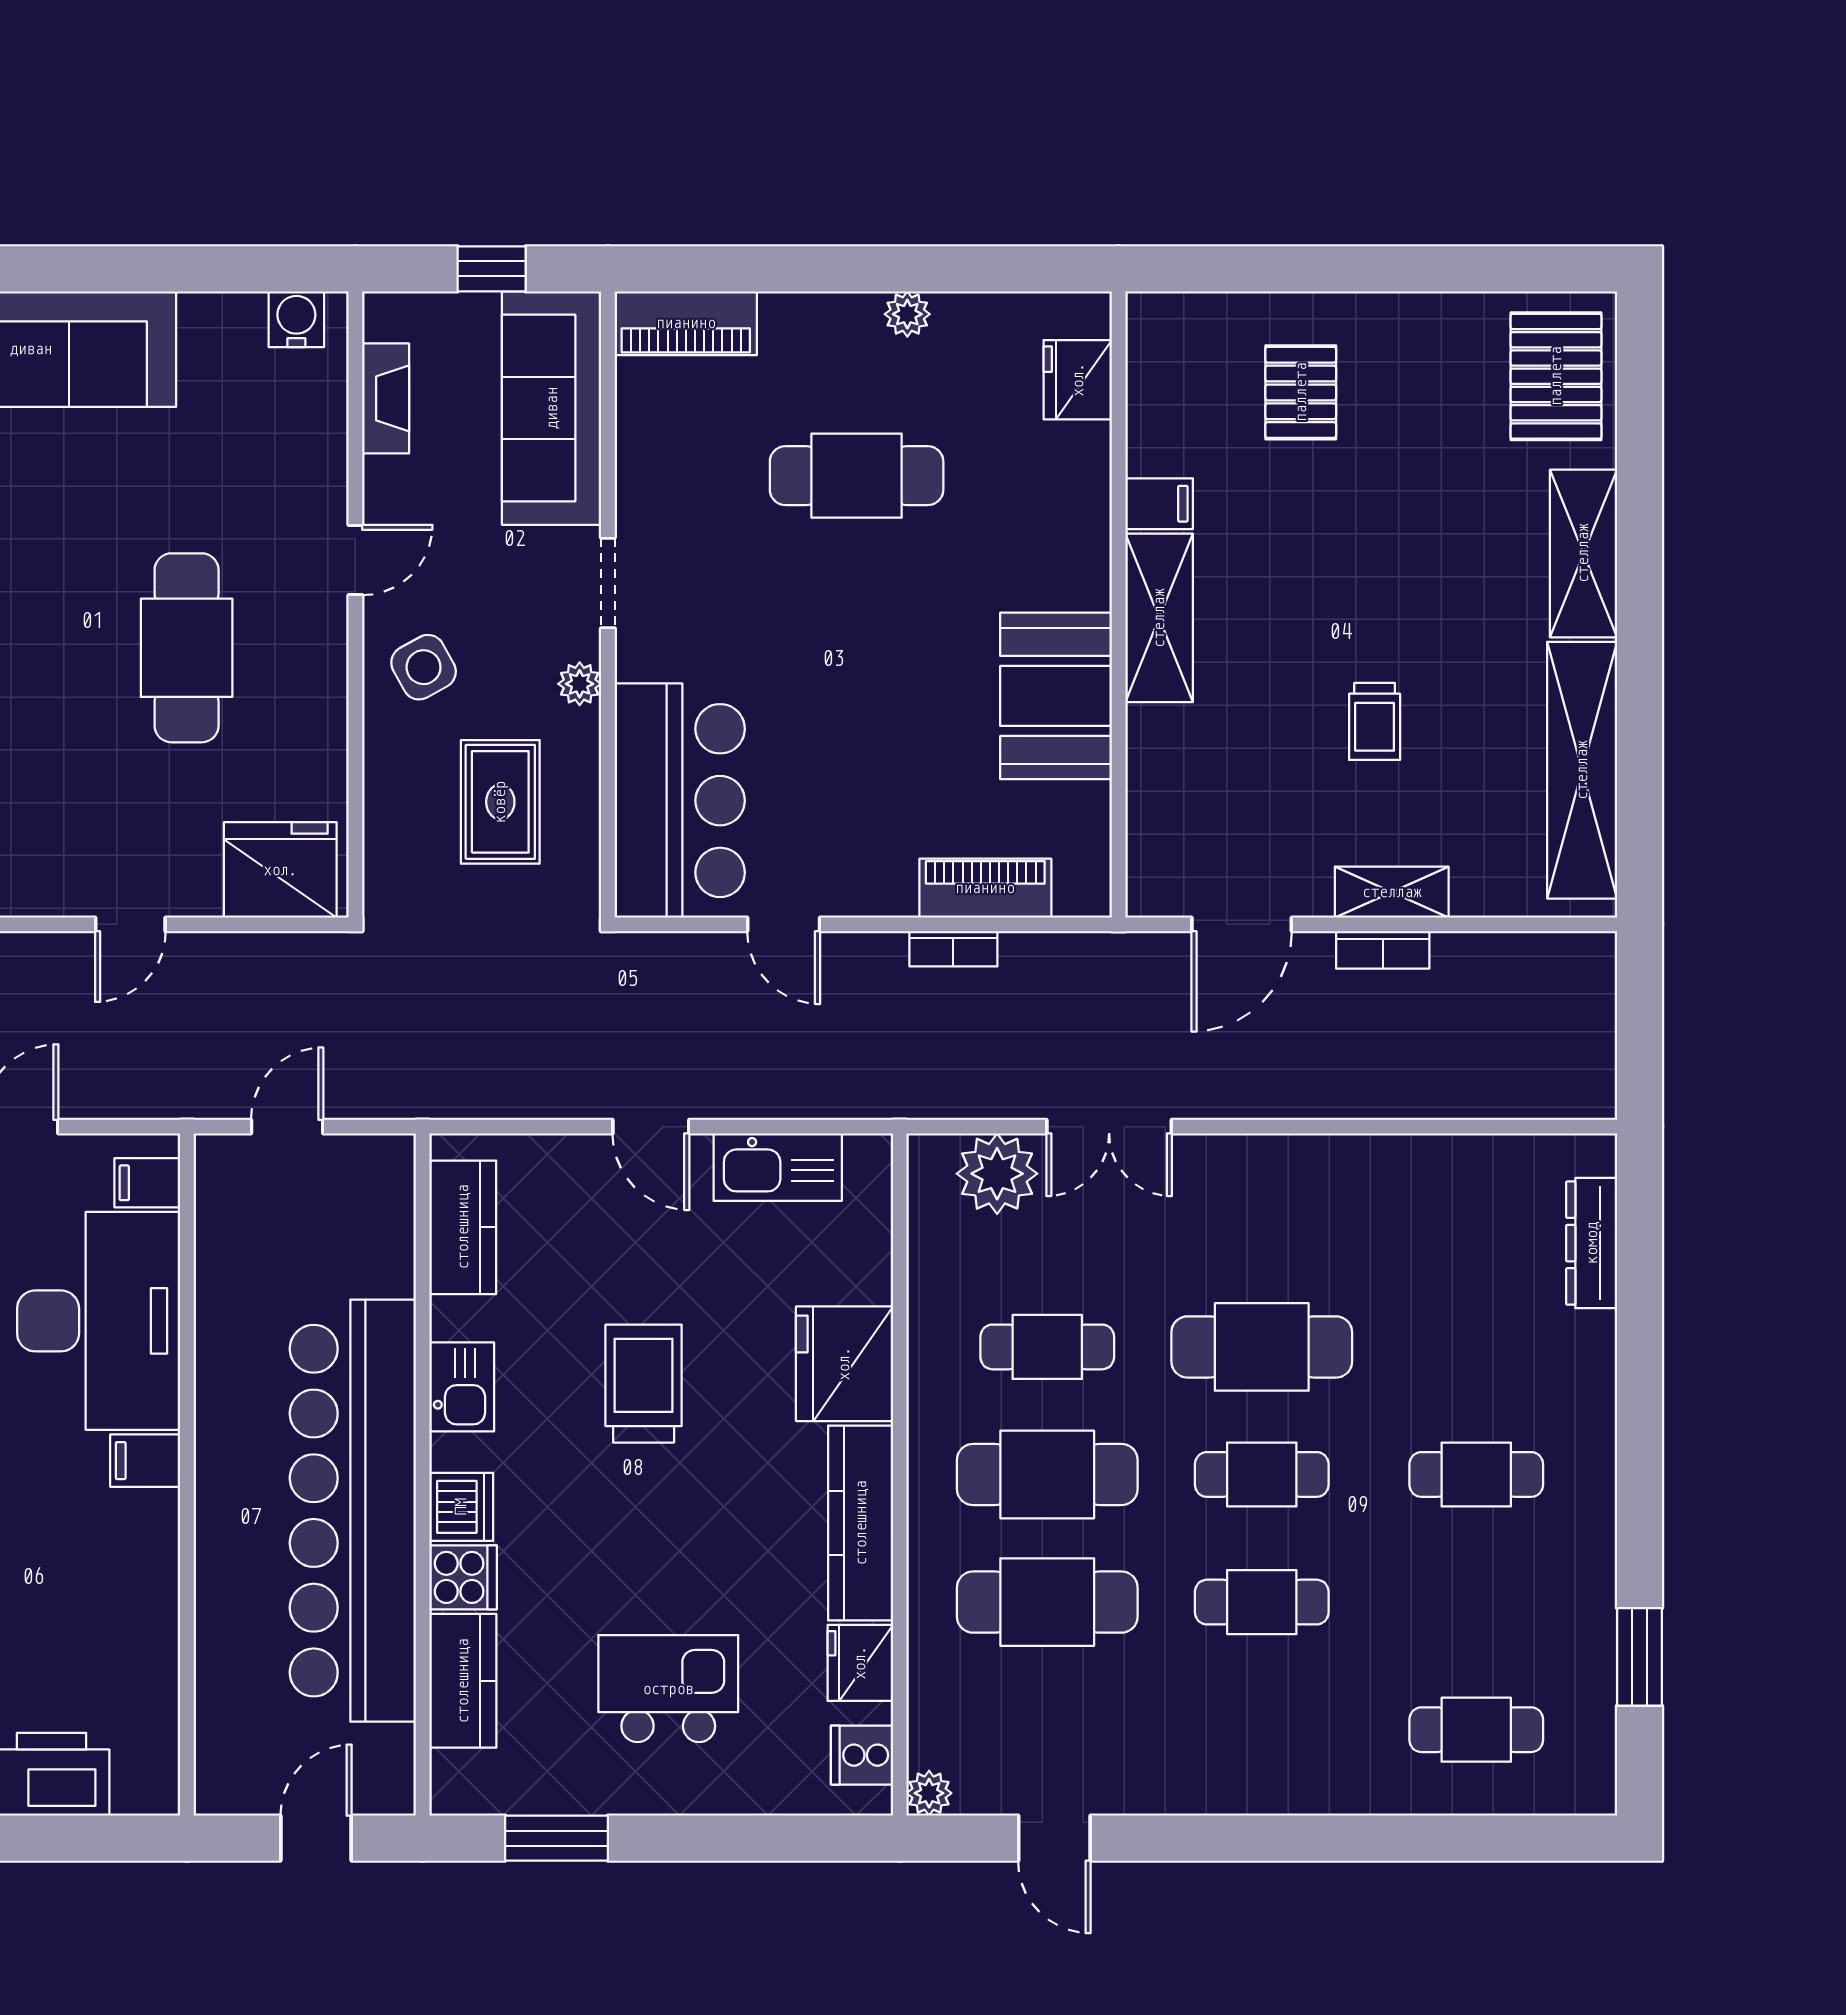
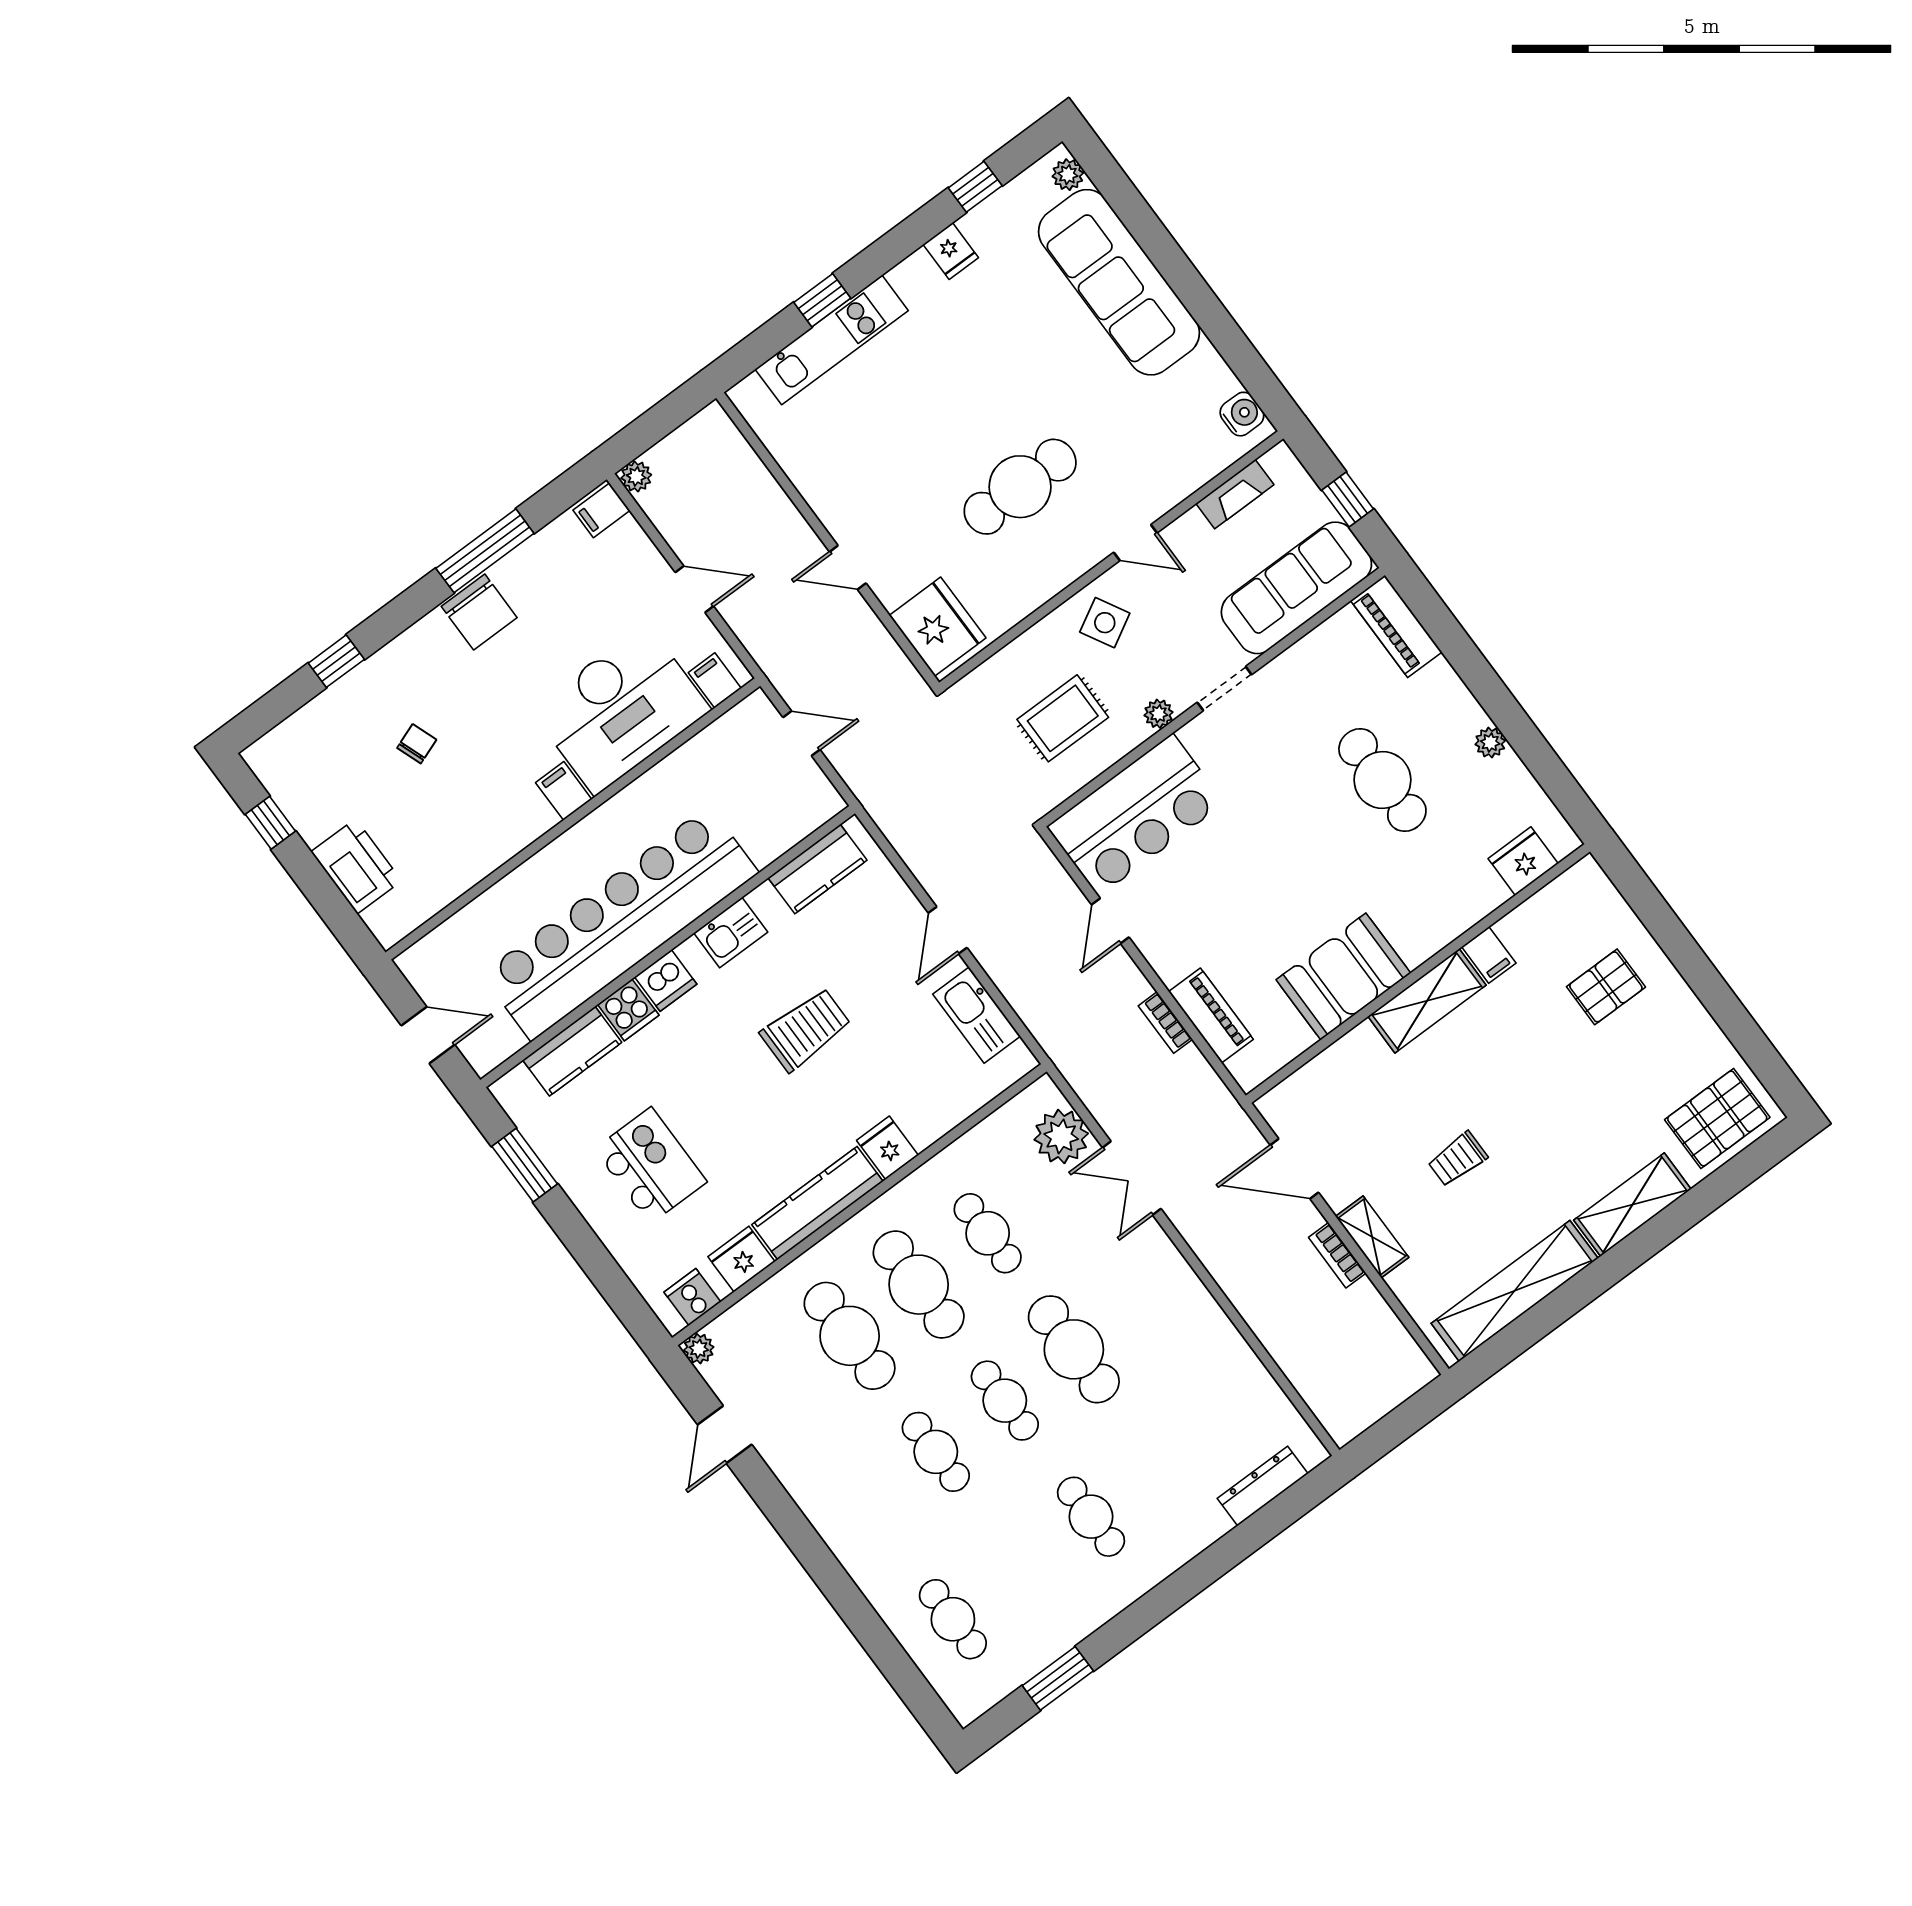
fridge: (844, 1364) -> (887, 1148), width x0.53, depth x0.75

